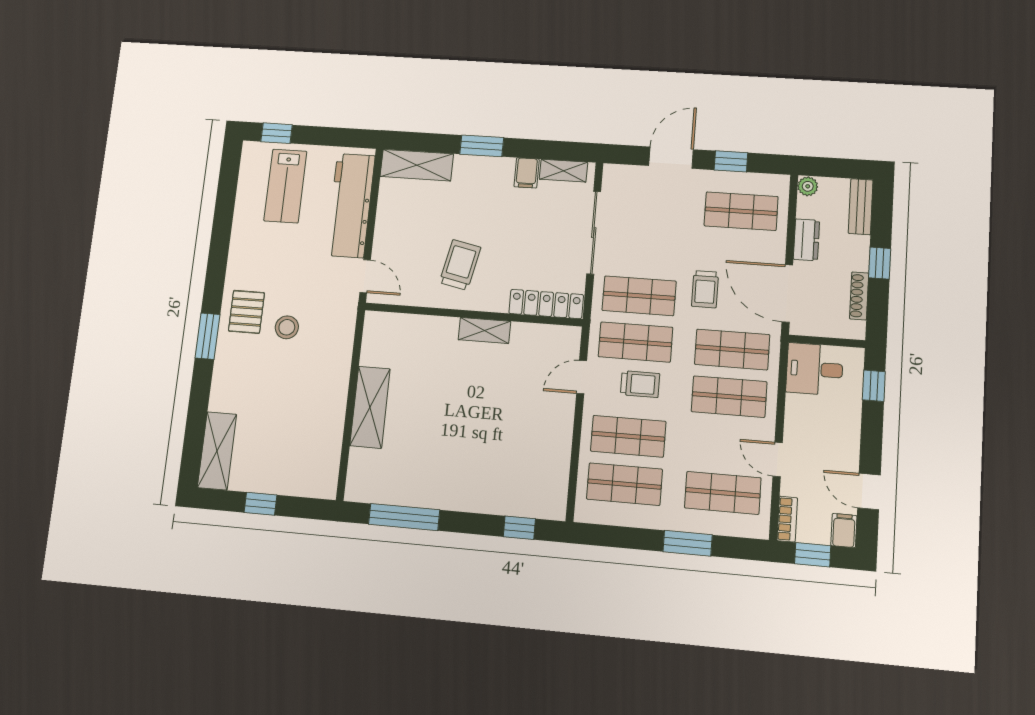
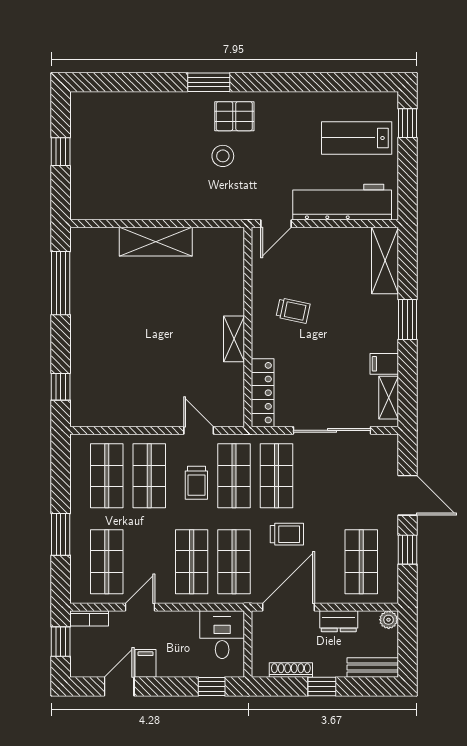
trolley: (460, 265) -> (293, 311), width x0.73, depth x0.72
trolley: (705, 289) -> (287, 534), turned 180
shelving: (217, 451) -> (104, 105), removed
filing cabinet: (844, 531) -> (145, 663), moved, turned -90

